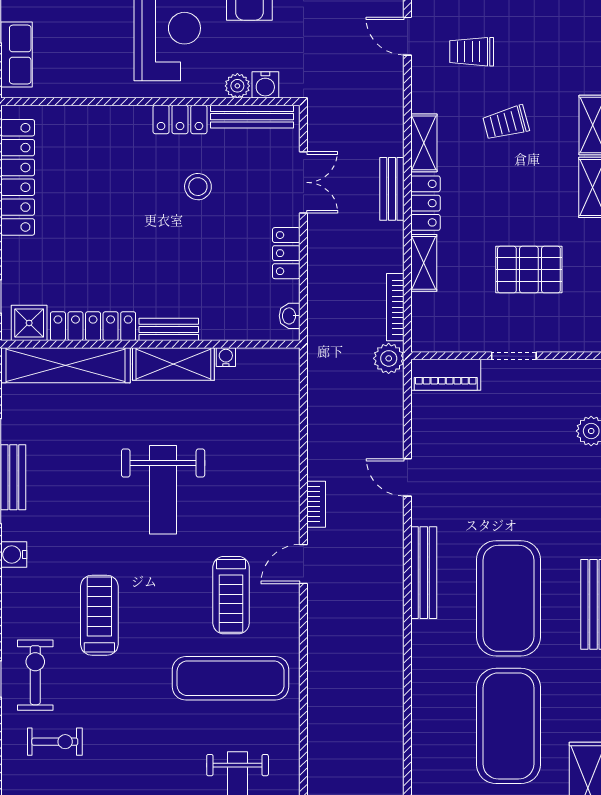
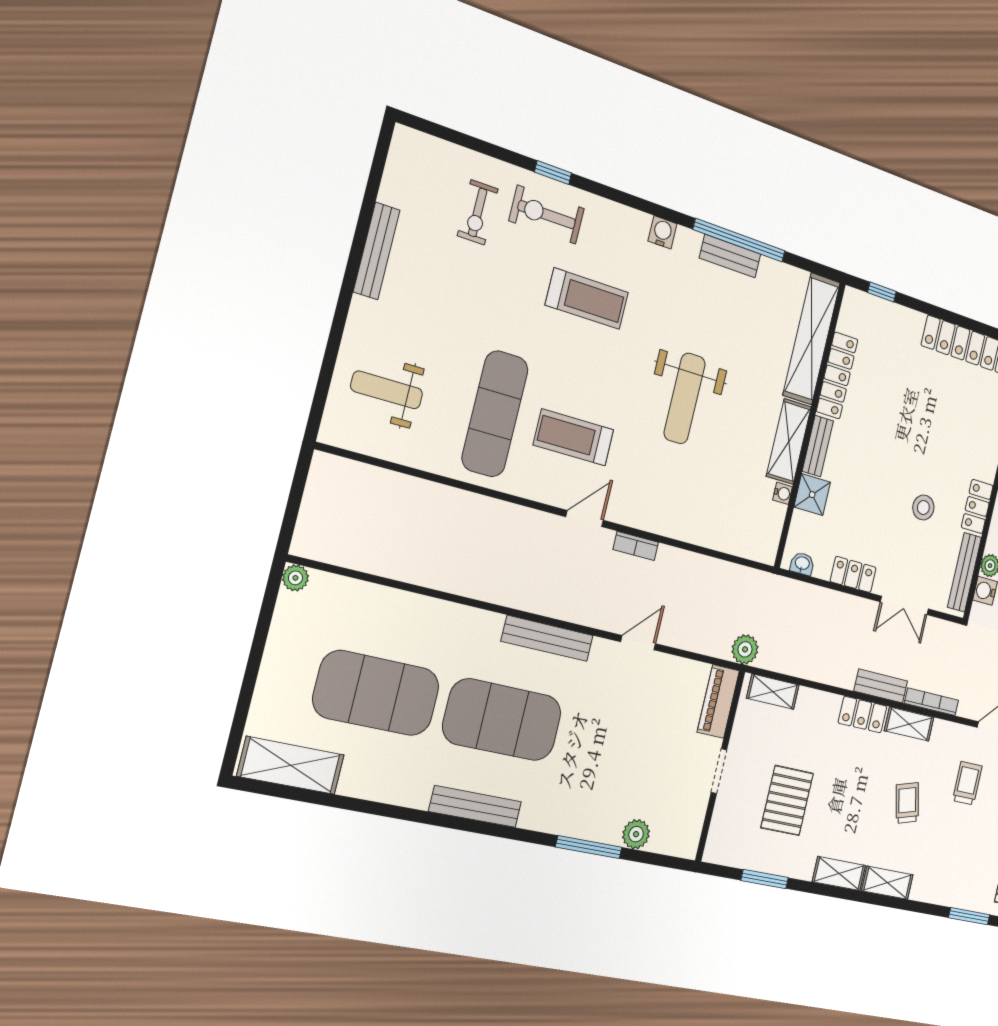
shelving: (424, 263) -> (773, 692), moved
bookcase: (395, 307) -> (931, 702), moved
shower: (29, 323) -> (812, 495), moved
weight bench: (163, 490) -> (685, 398), turned -90
door: (303, 564) -> (585, 519), hinge flipped
exercise bike: (35, 675) -> (547, 215), turned 180

